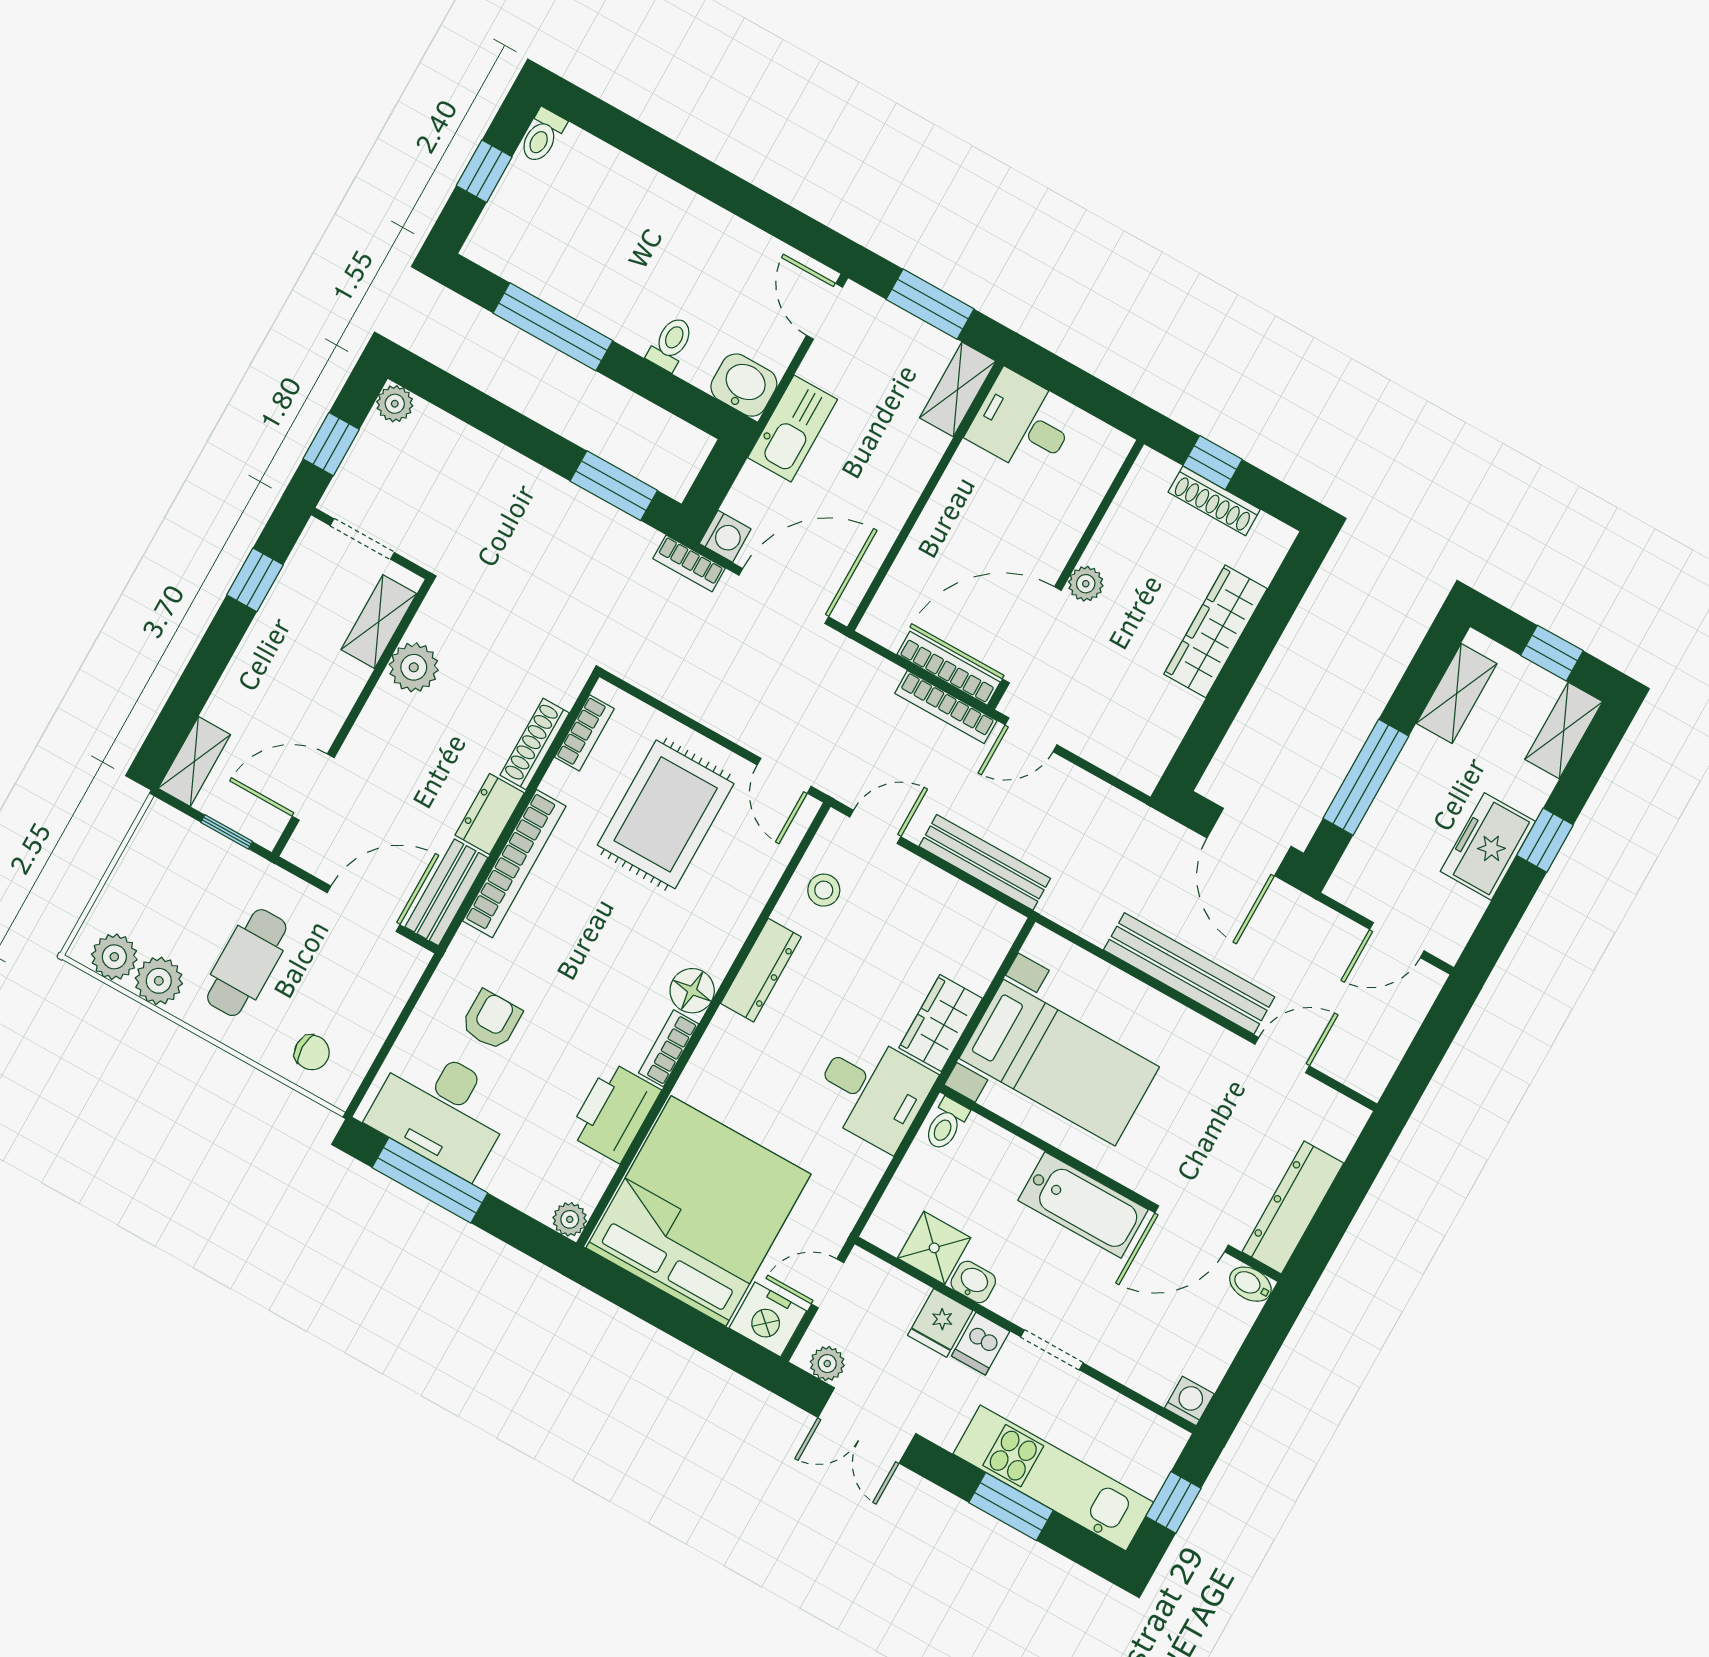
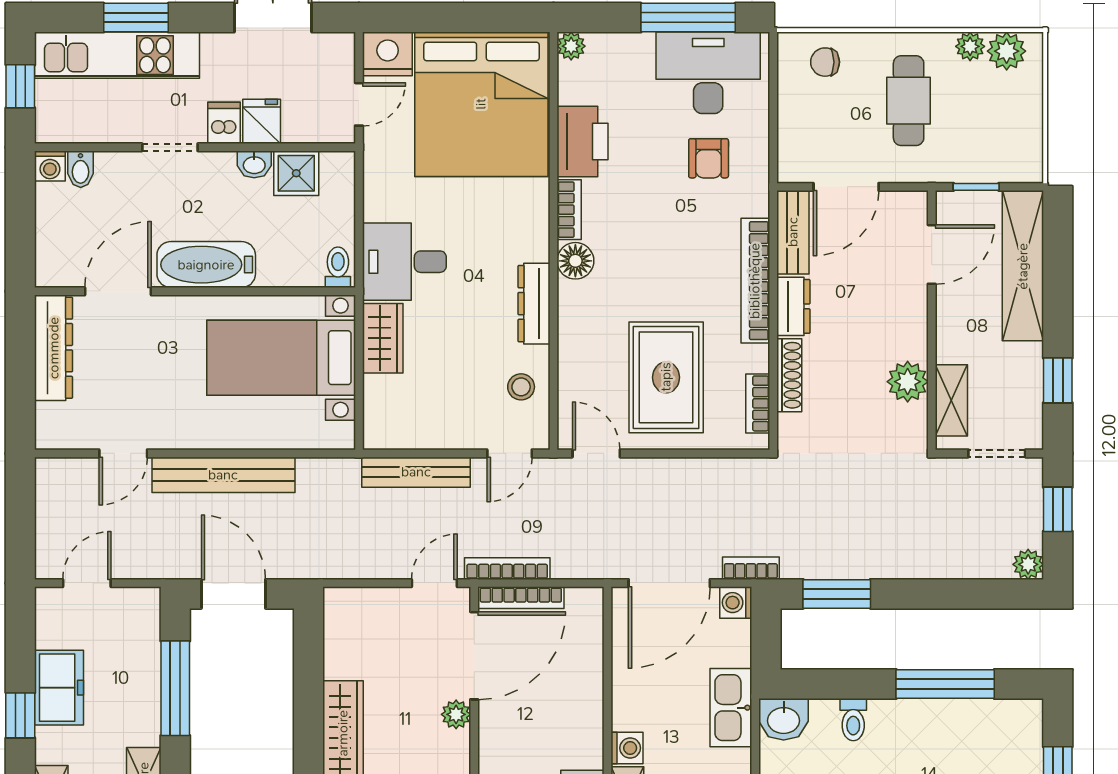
washing machine: (926, 447) -> (627, 748), added
shelving: (194, 761) -> (1023, 266), width x2.20, depth x1.33
plant: (159, 981) -> (970, 46), width x0.73, depth x0.73
bidet: (1250, 1284) -> (81, 169), moved, turned 90
plant: (827, 1364) -> (327, 46), removed

